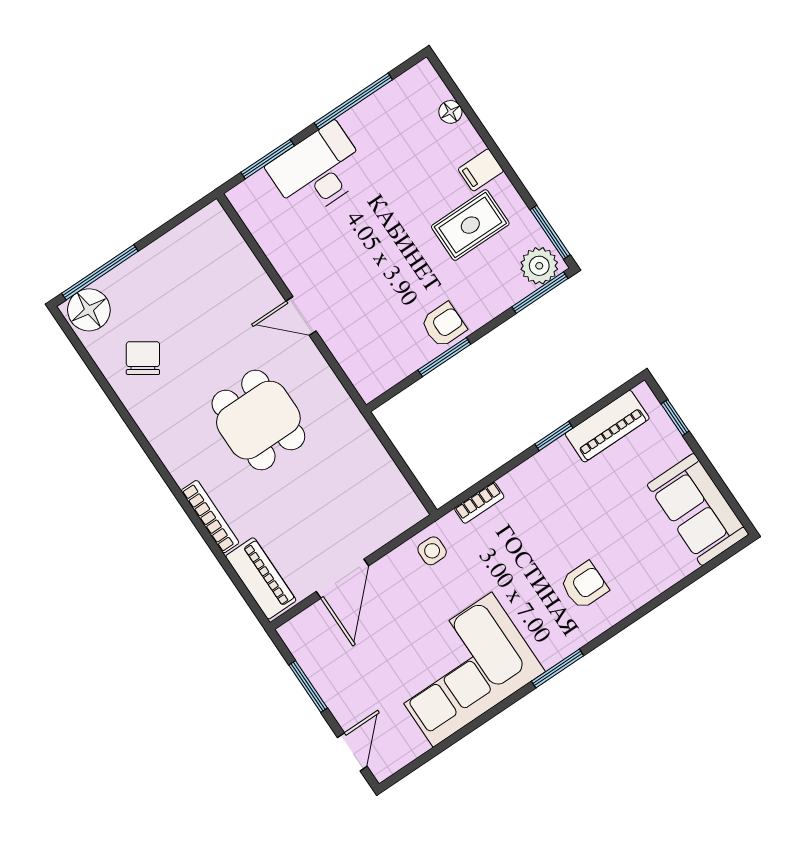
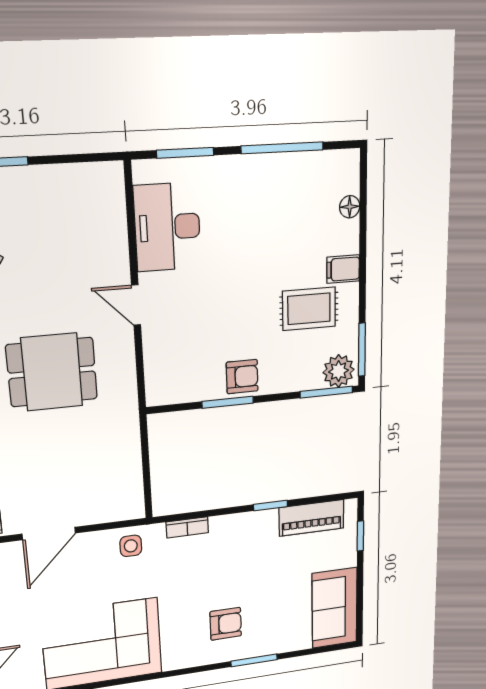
desk: (318, 171) -> (167, 227), moved, turned -90
dining table: (258, 420) -> (52, 372), turned 90
window: (558, 668) -> (254, 660), moved

